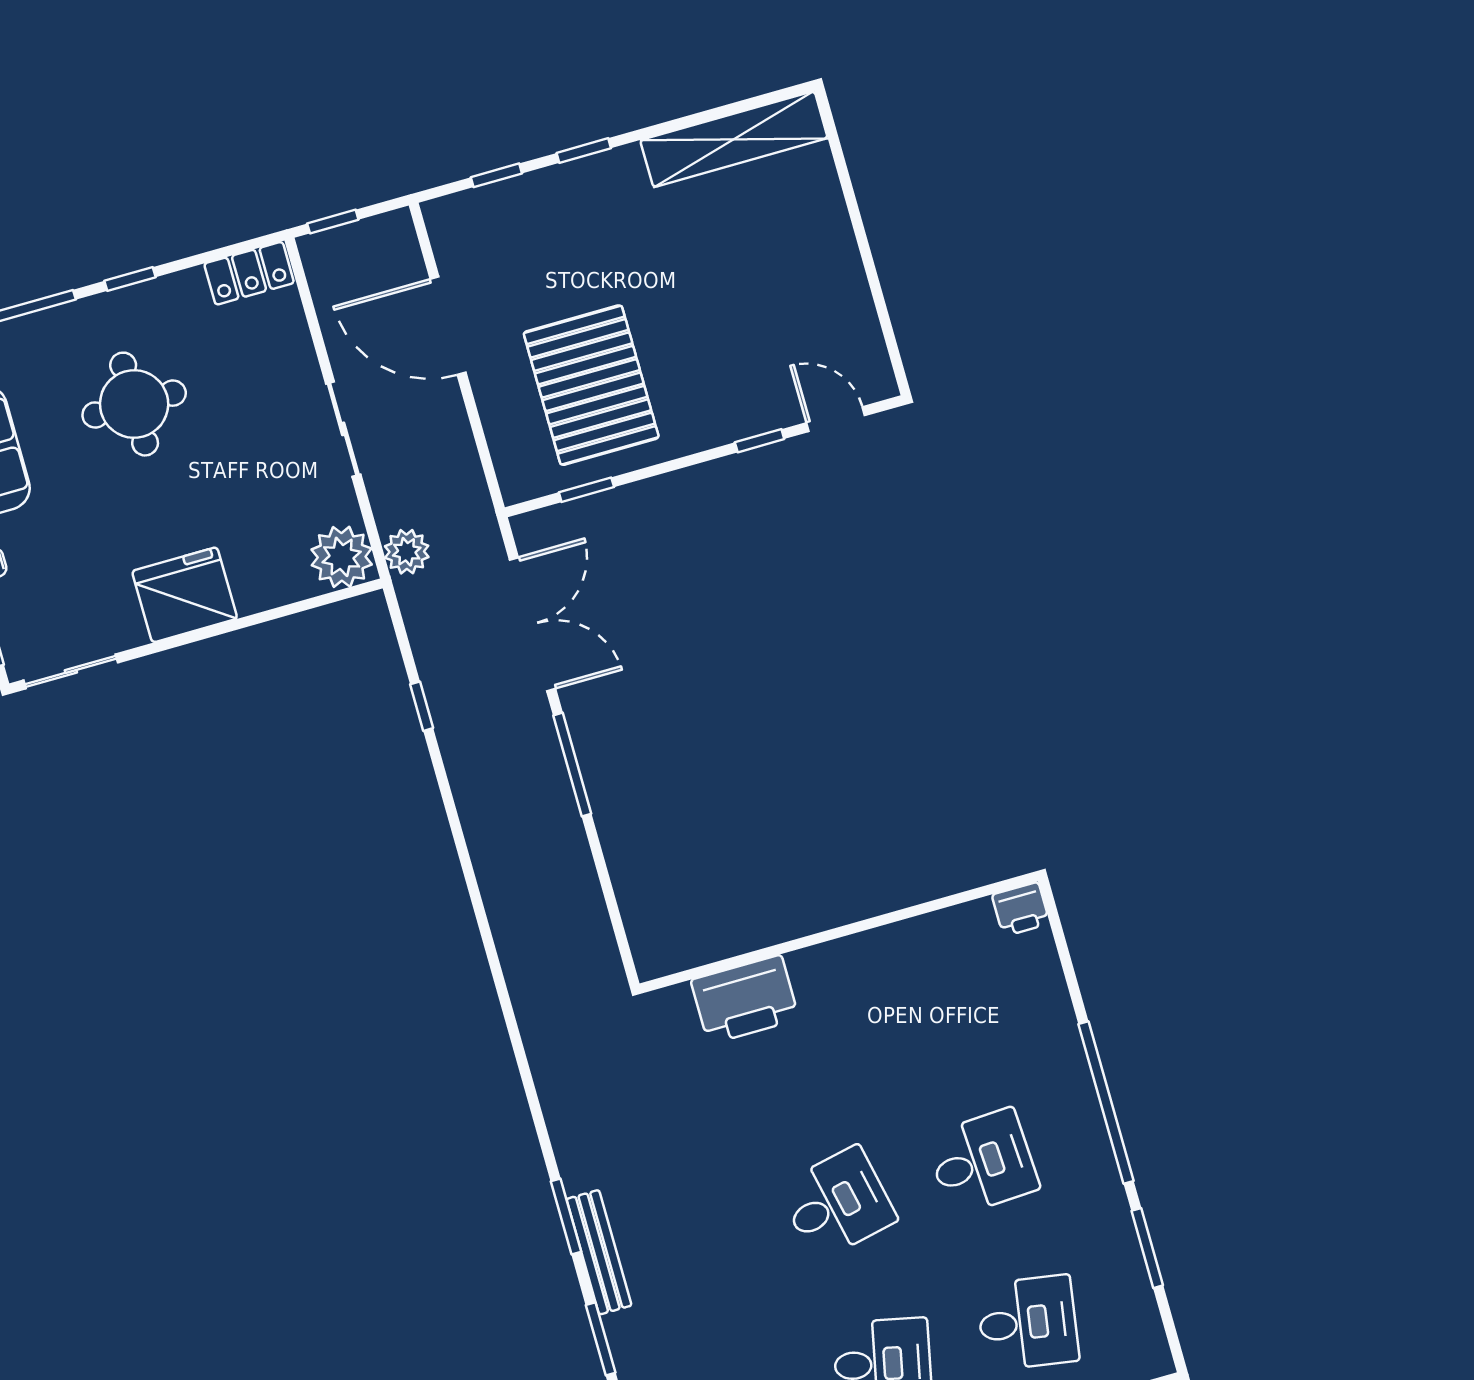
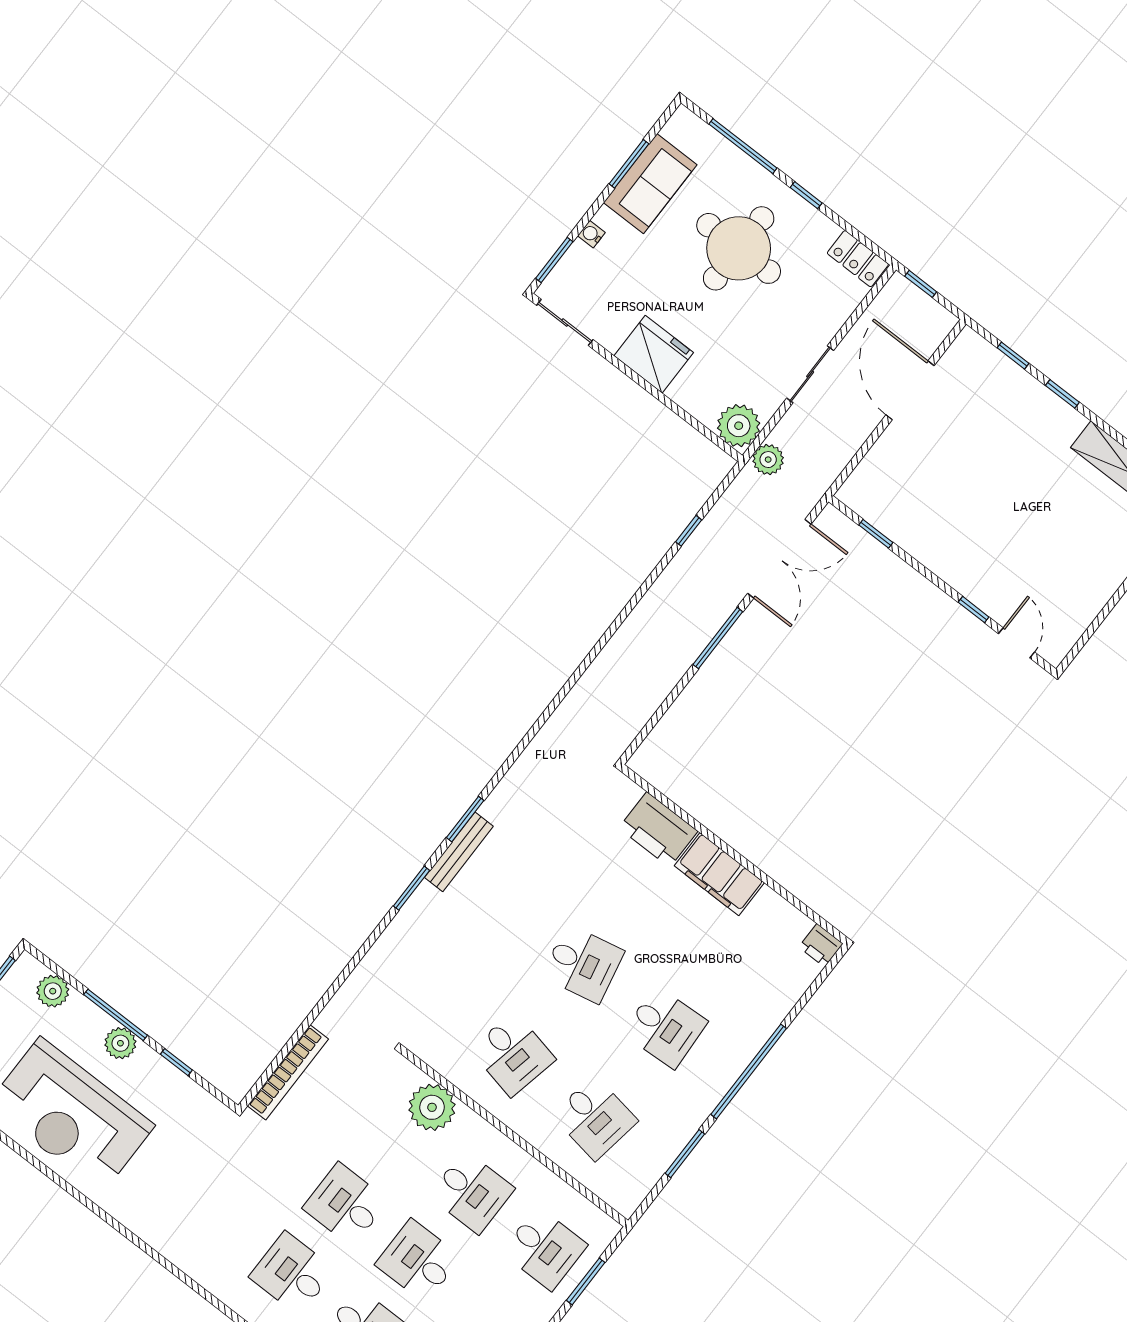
pallet: (591, 385) -> (936, 494), removed
round table: (134, 404) -> (739, 248), width x1.36, depth x1.36
filing cabinet: (850, 967) -> (719, 874), added

